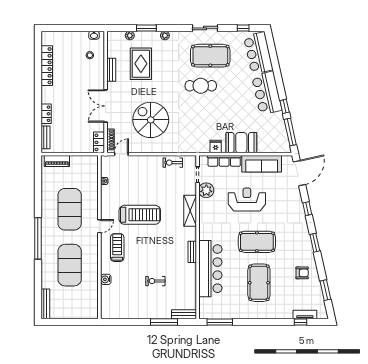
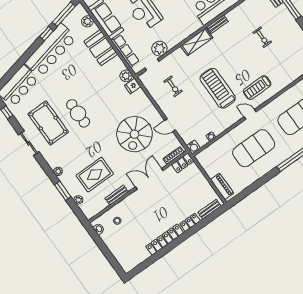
locker: (47, 66) -> (165, 240), moved
bar counter: (267, 93) -> (51, 50), width x1.36
double door: (106, 106) -> (149, 179), swing flipped
fridge: (216, 146) -> (133, 86), moved
plant: (203, 147) -> (126, 76), added
plant: (271, 147) -> (87, 21), added
door: (121, 154) -> (170, 125), moved
exercise bike: (173, 163) -> (173, 86), moved
shelving: (190, 211) -> (197, 42), moved
water cooler: (106, 279) -> (193, 147), moved

